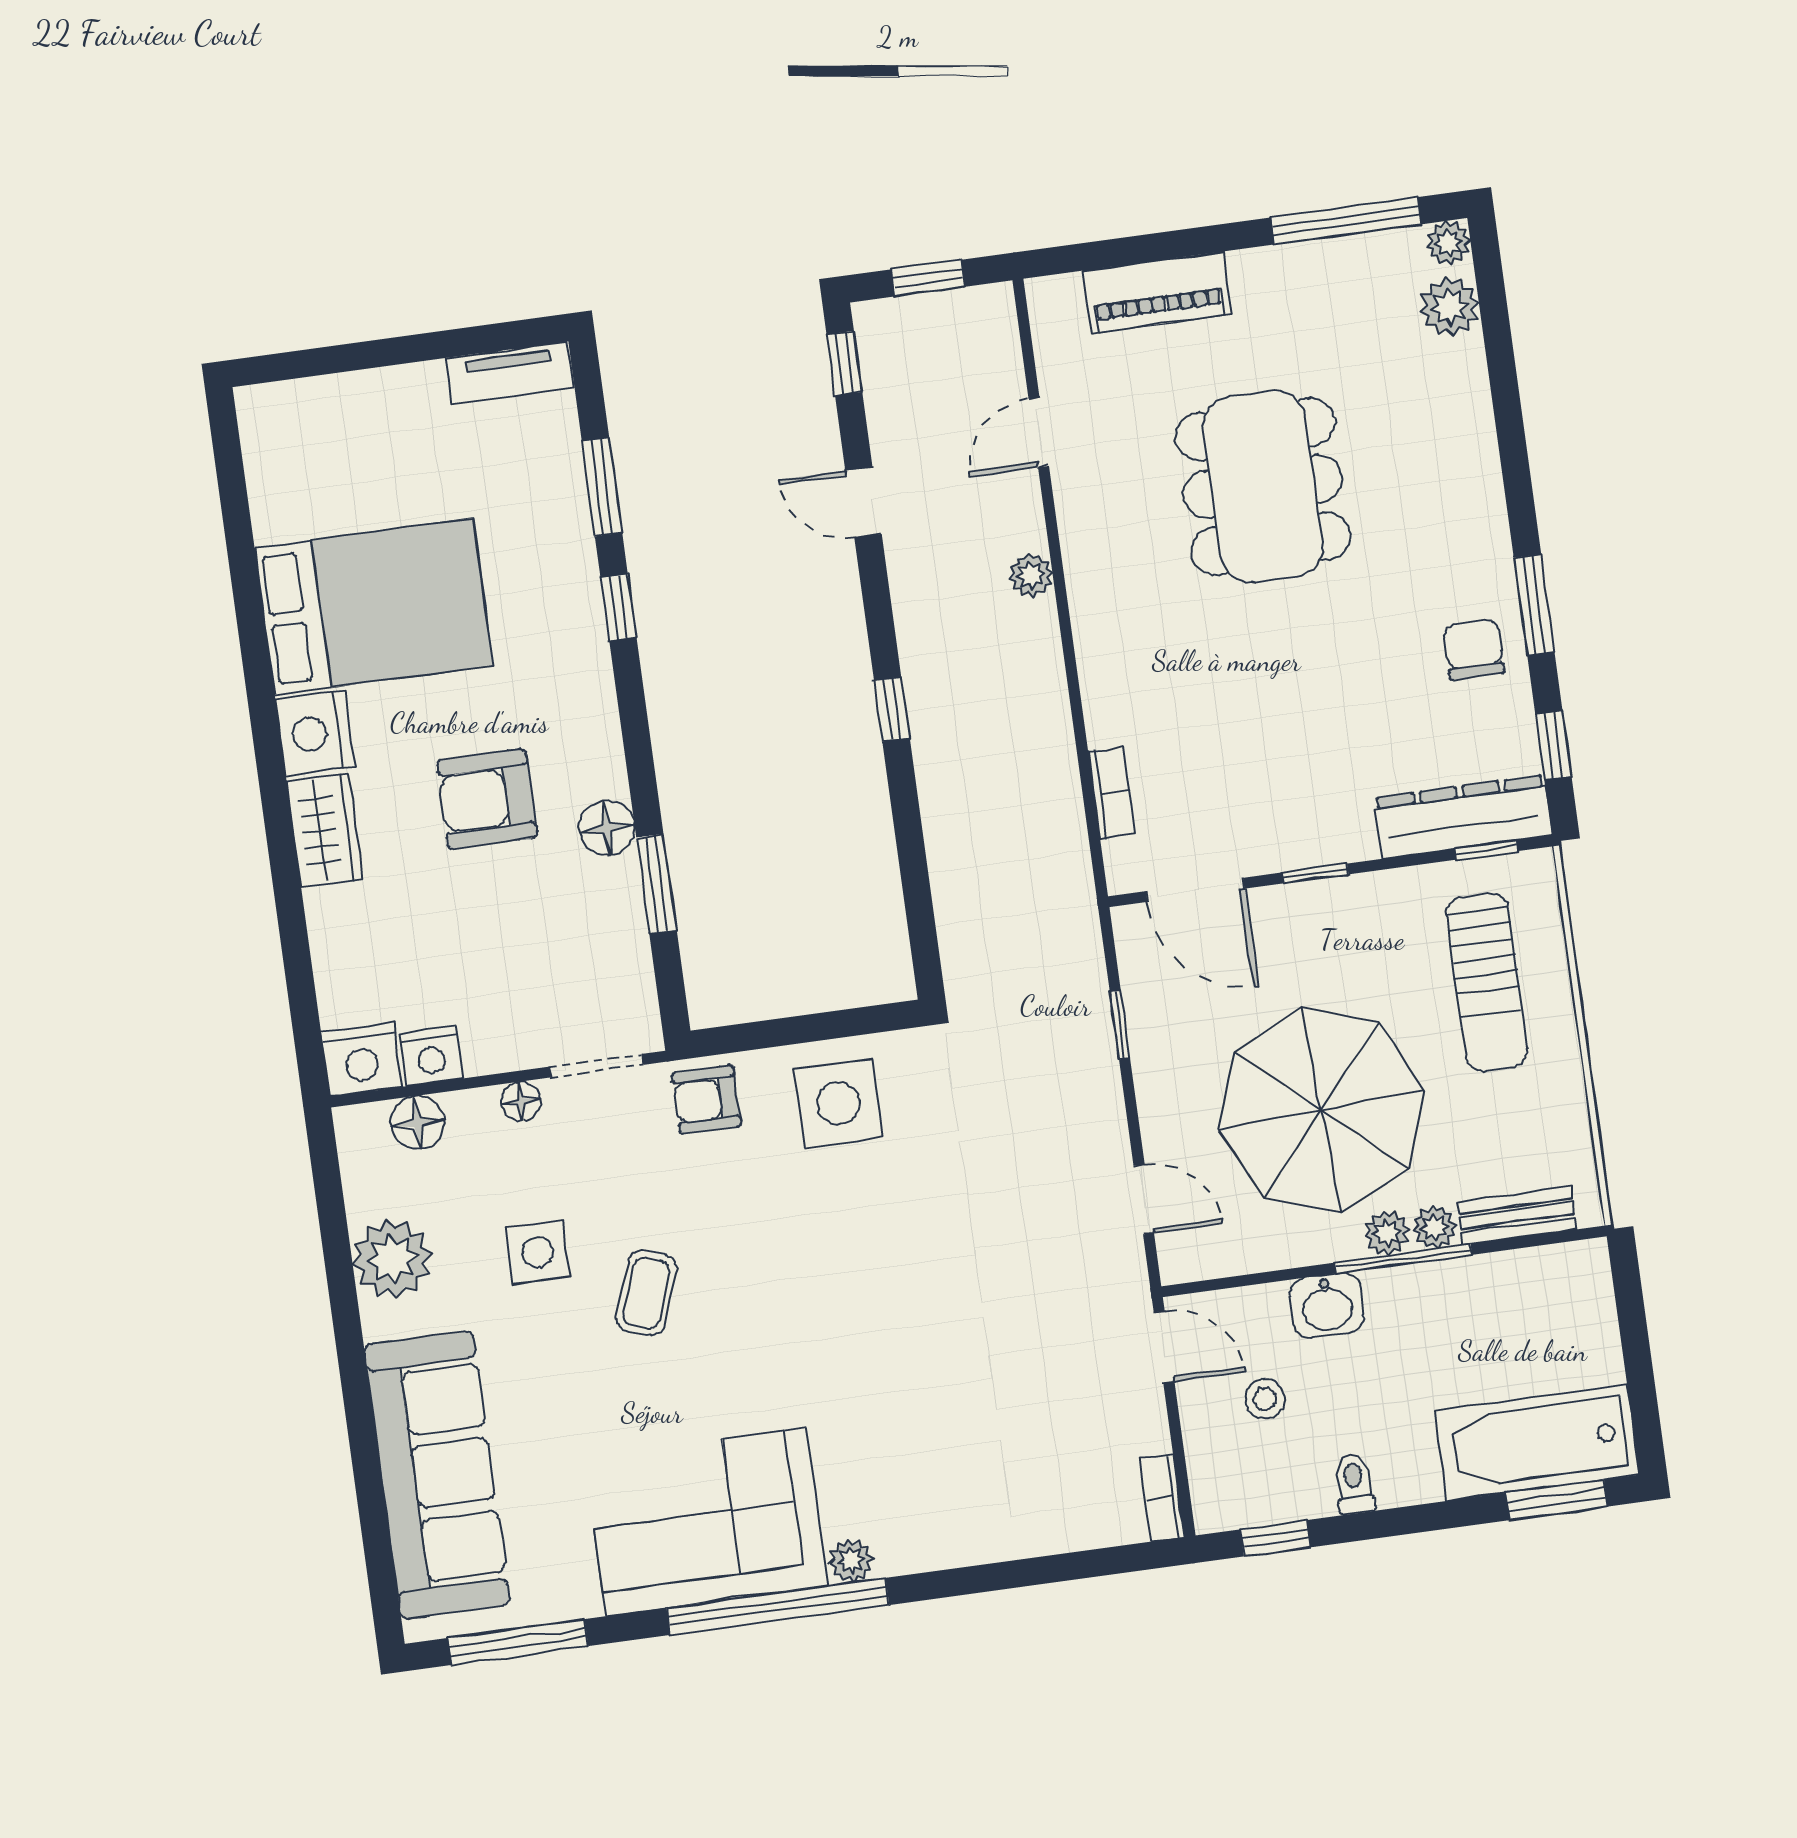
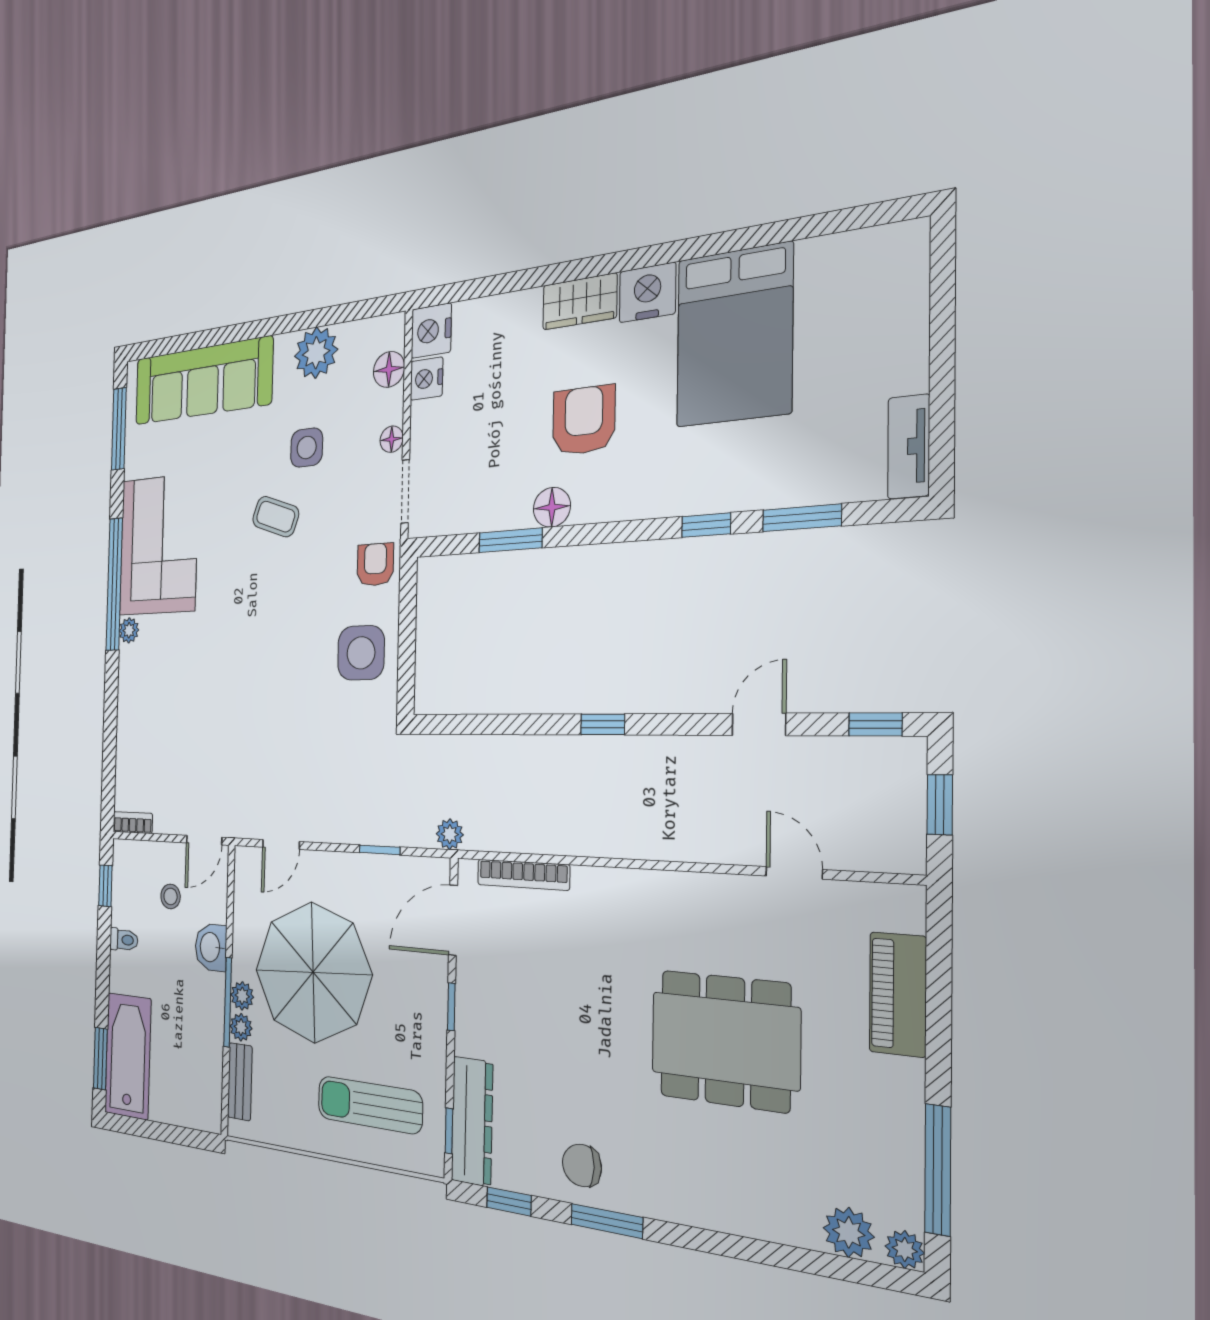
plant: (1031, 575) -> (450, 834), moved
chair: (1474, 649) -> (582, 1165), turned 180
bookcase: (1111, 793) -> (523, 875), width x1.56

